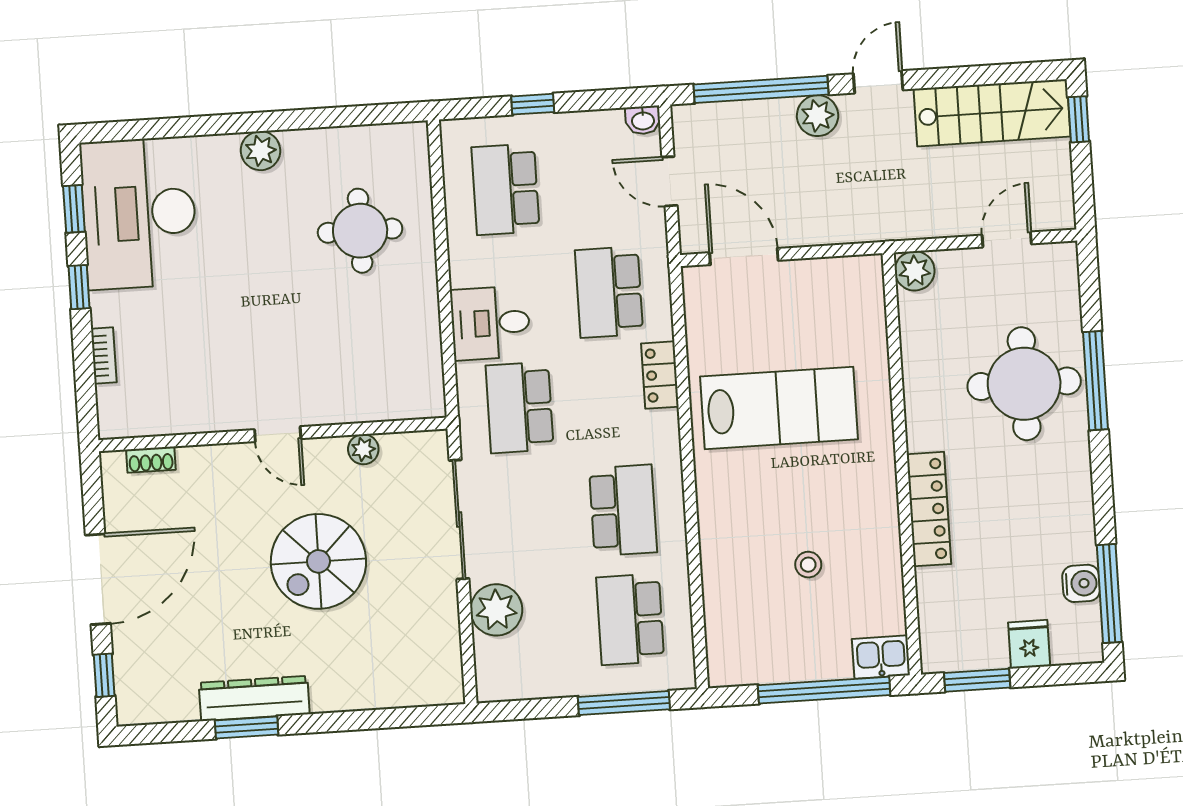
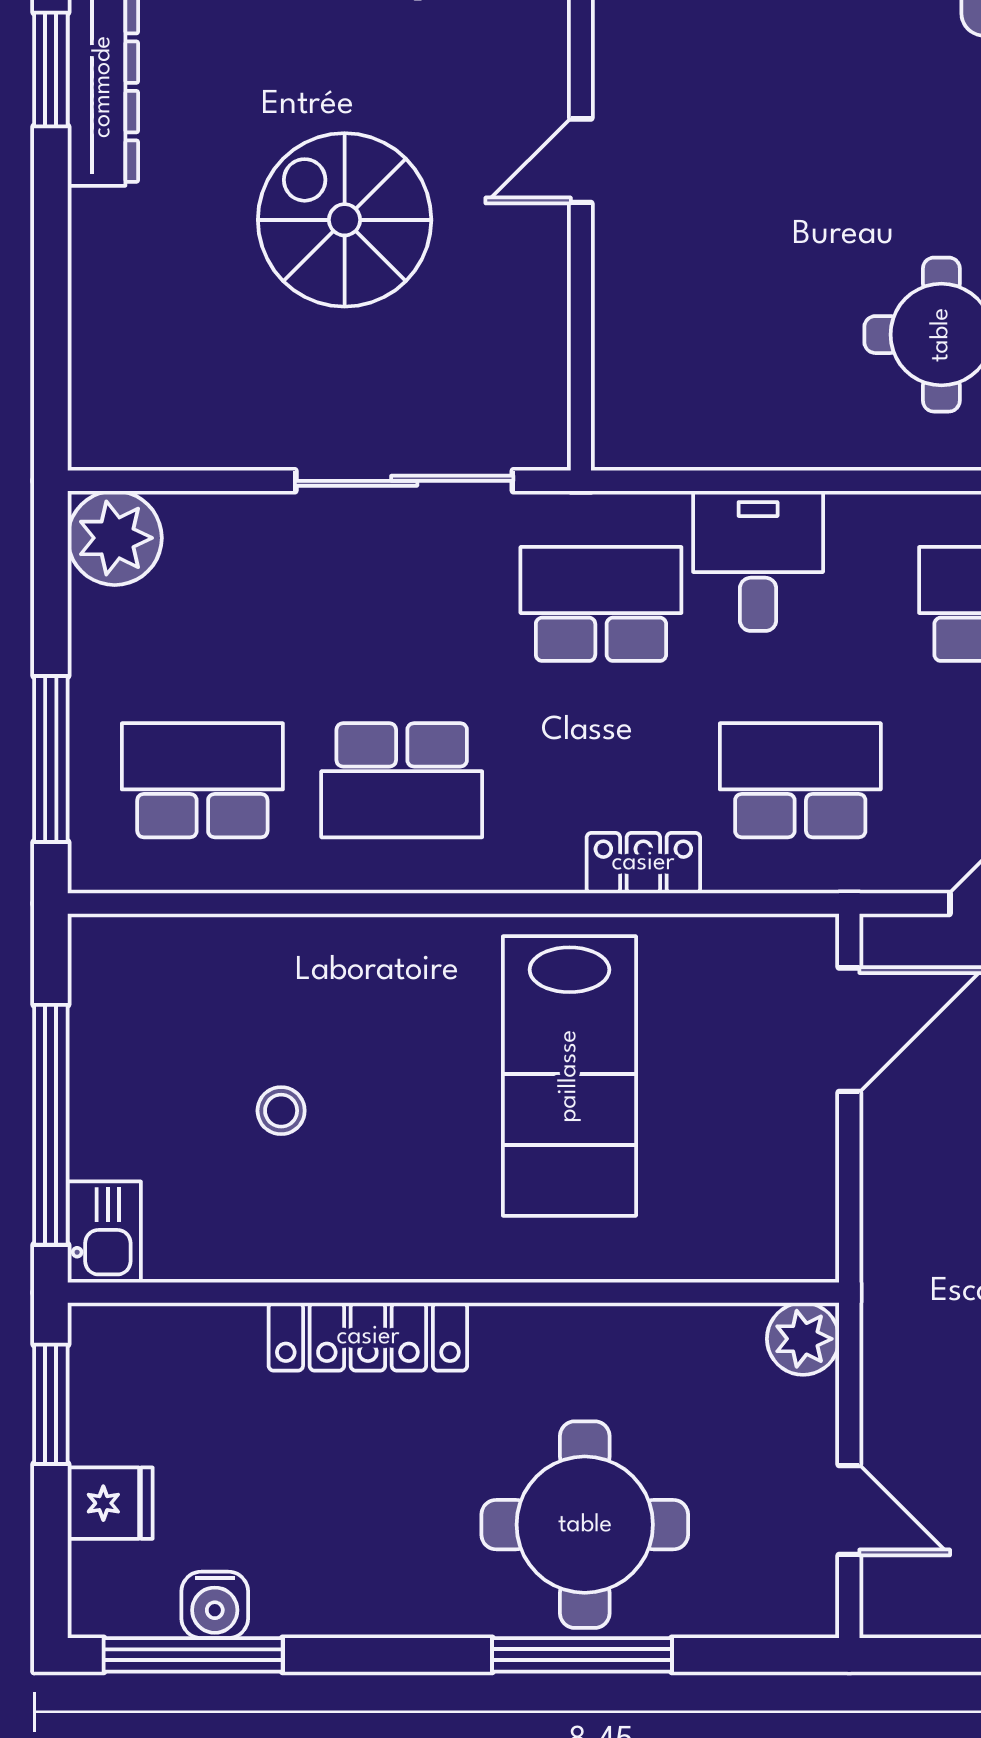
plant: (363, 449) -> (543, 315), removed
plant: (496, 610) -> (115, 538), moved

